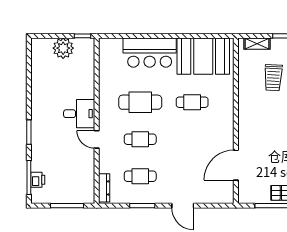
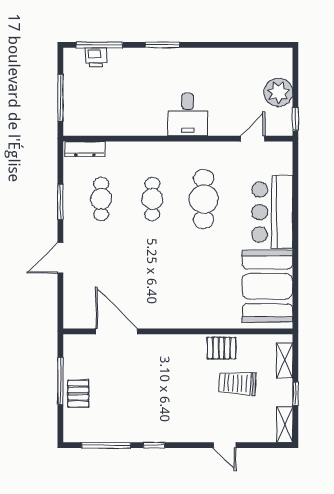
pallet: (248, 89) -> (222, 348), added
cafe table: (192, 102) -> (204, 271), removed
door: (97, 139) -> (253, 139), moved

